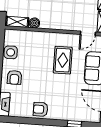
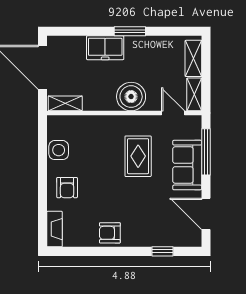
boiler: (34, 23) -> (131, 97), moved, width x1.86, depth x1.86
door: (88, 33) -> (173, 113), swing flipped

